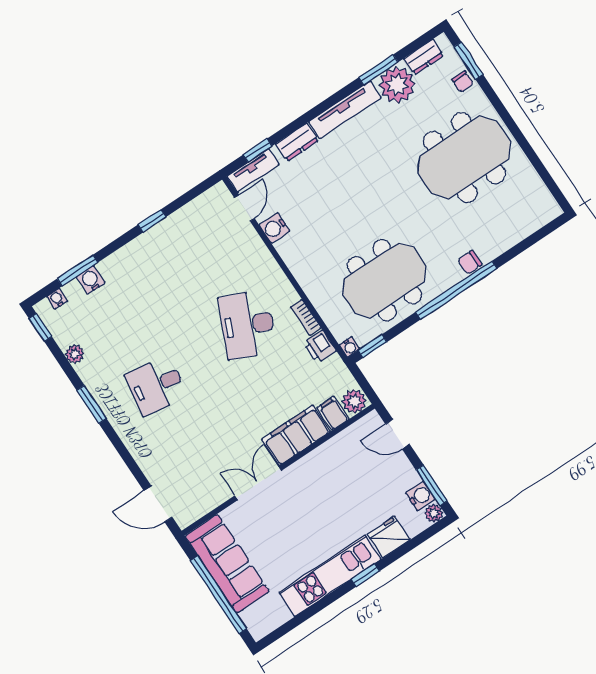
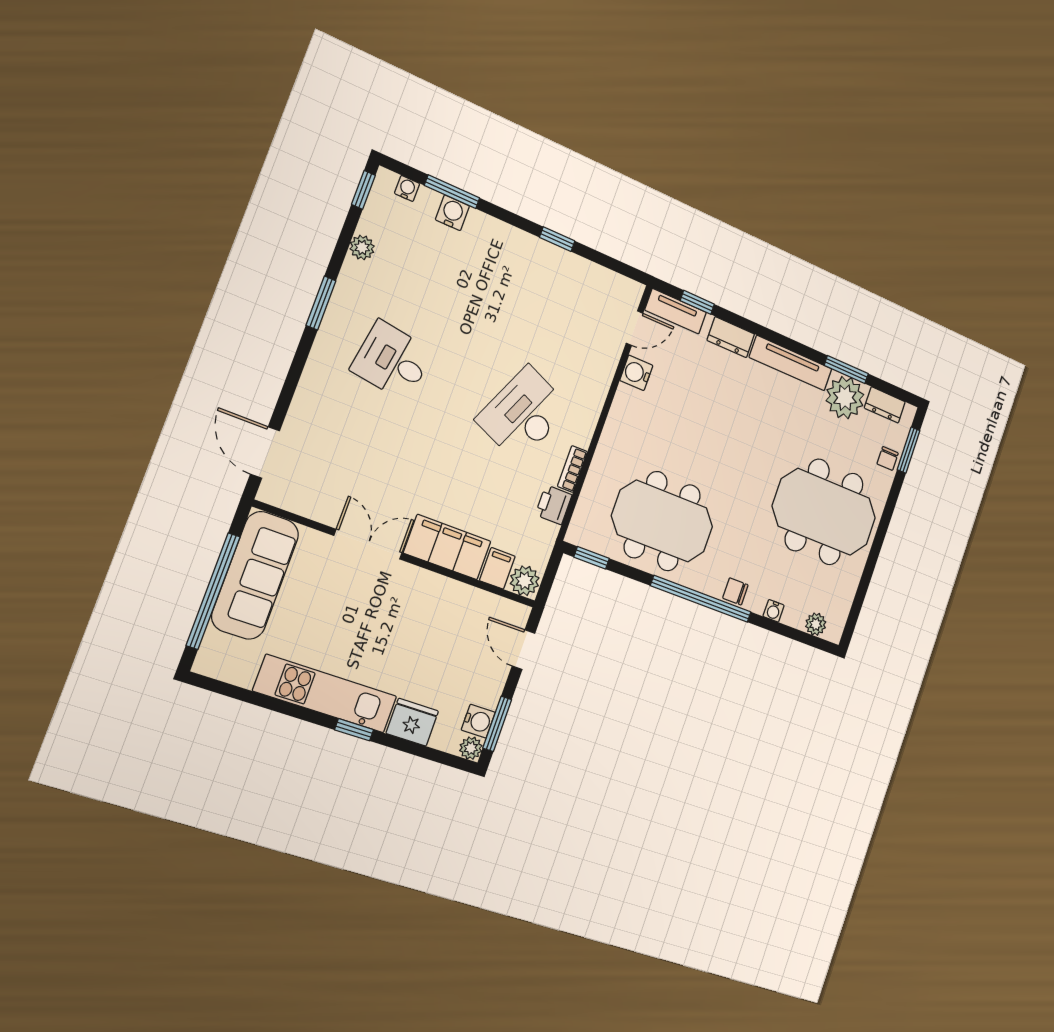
plant: (537, 220) -> (816, 624), added
water cooler: (350, 347) -> (774, 611), moved

